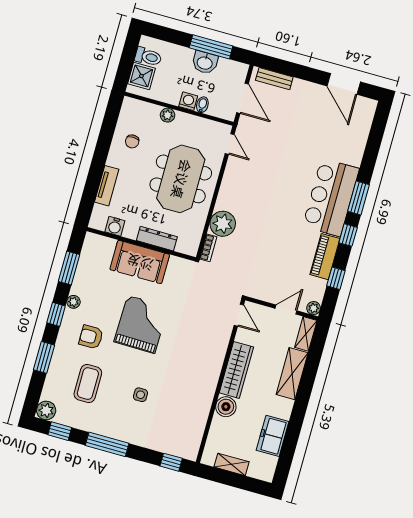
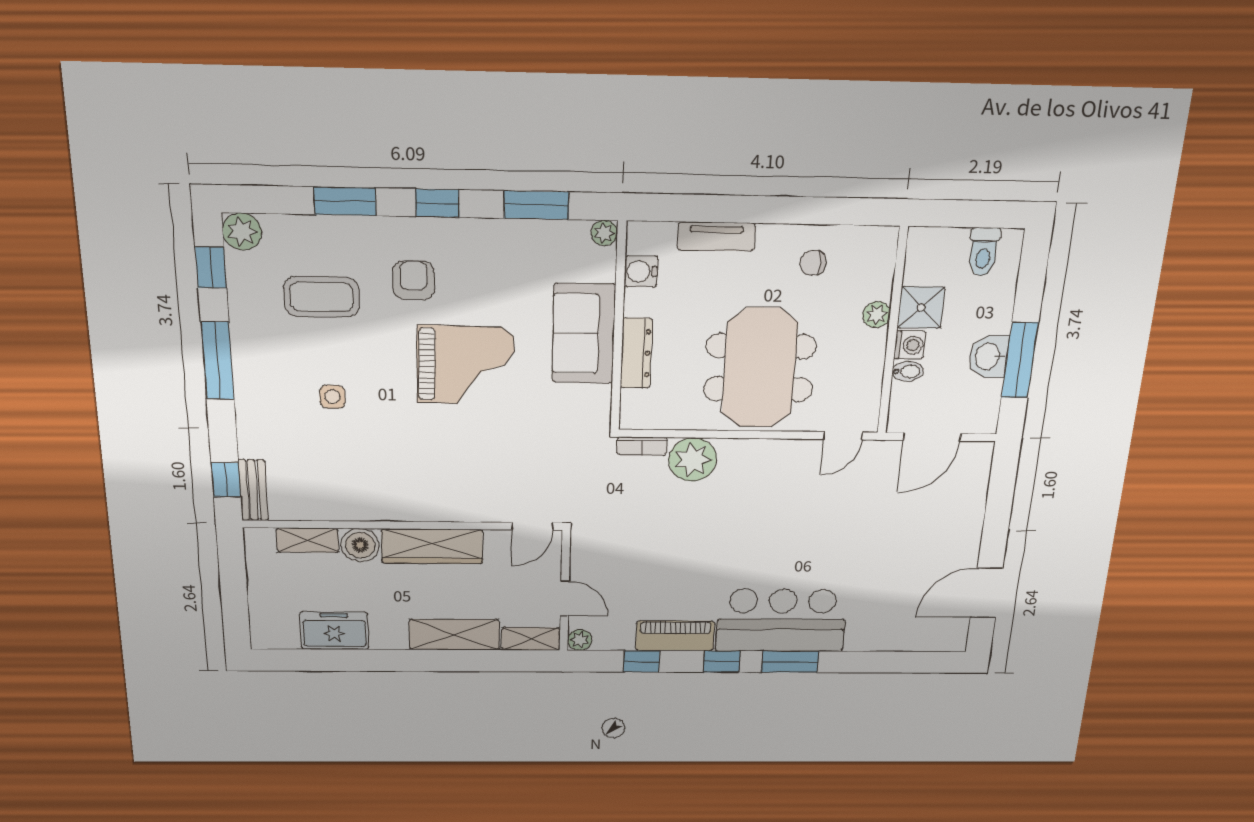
shower: (141, 76) -> (921, 308), moved
bench: (274, 79) -> (253, 490), moved
meeting table: (181, 179) -> (760, 368), turned 90
plant: (73, 302) -> (604, 233), moved
shelving: (232, 464) -> (307, 540), moved, turned 90

